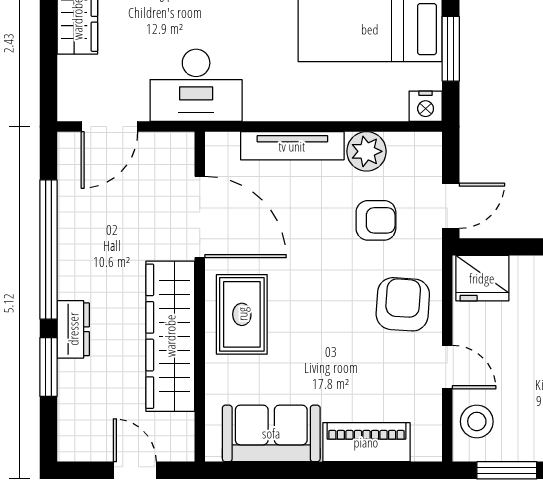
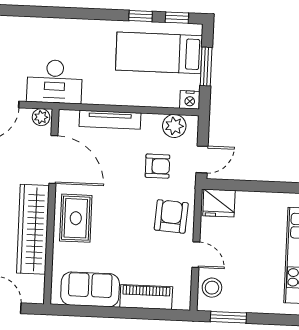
plant: (176, 146) -> (41, 117), added
plant: (366, 151) -> (174, 126), moved

